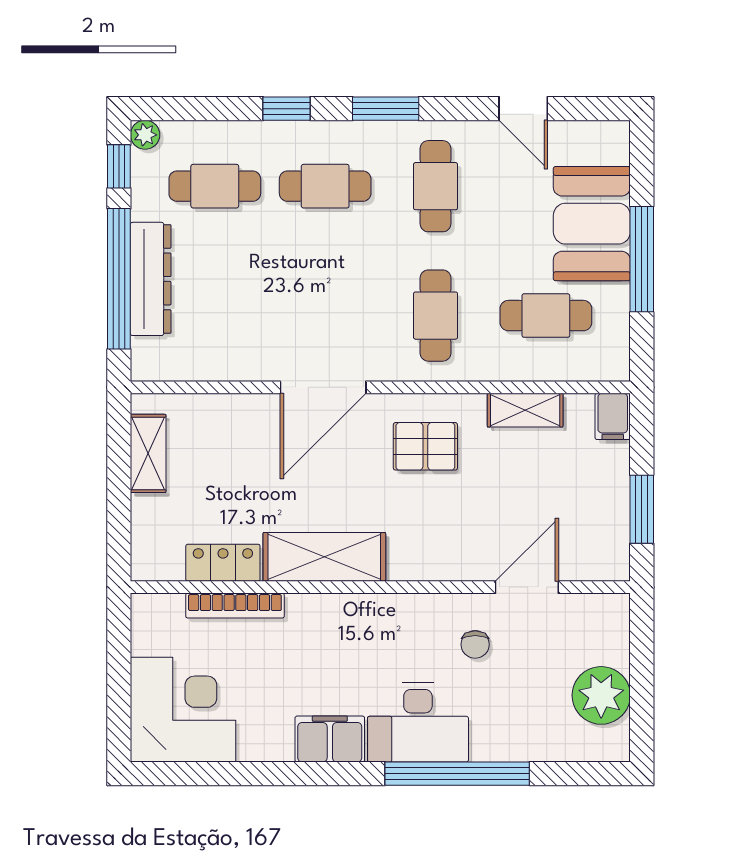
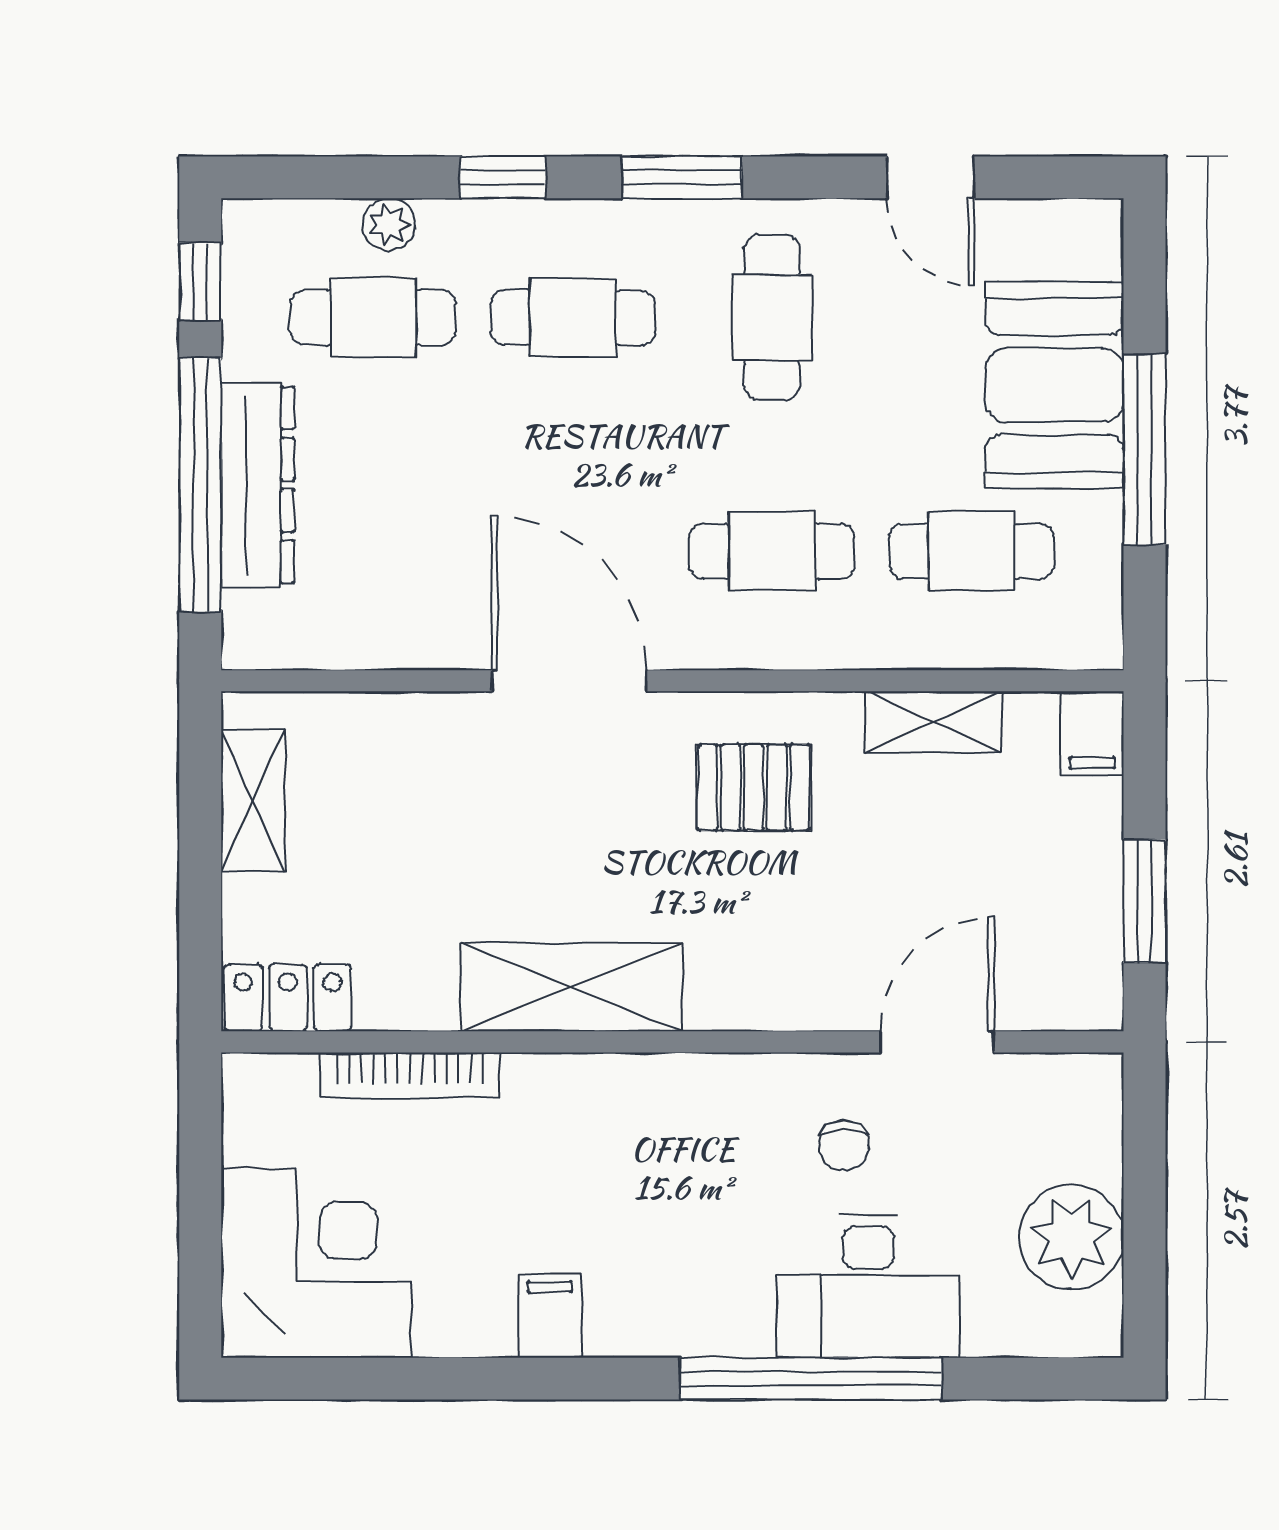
plant: (145, 135) -> (389, 225), moved
cafe table: (436, 316) -> (772, 551), turned 90
door: (323, 387) -> (569, 681), swing flipped
locker: (223, 563) -> (288, 998), moved
desk: (418, 723) -> (868, 1286), moved
filing cabinet: (330, 739) -> (550, 1316), width x0.50

